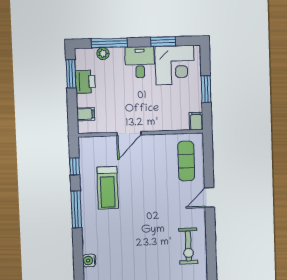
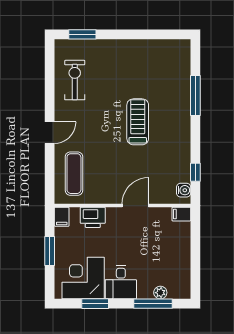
window: (71, 74) -> (195, 272), removed
printer: (85, 82) -> (93, 217), moved, turned -90
filing cabinet: (86, 114) -> (181, 214), moved
treadmill: (108, 188) -> (138, 122), moved
window: (76, 209) -> (195, 95), moved
water cooler: (89, 260) -> (184, 190), moved

